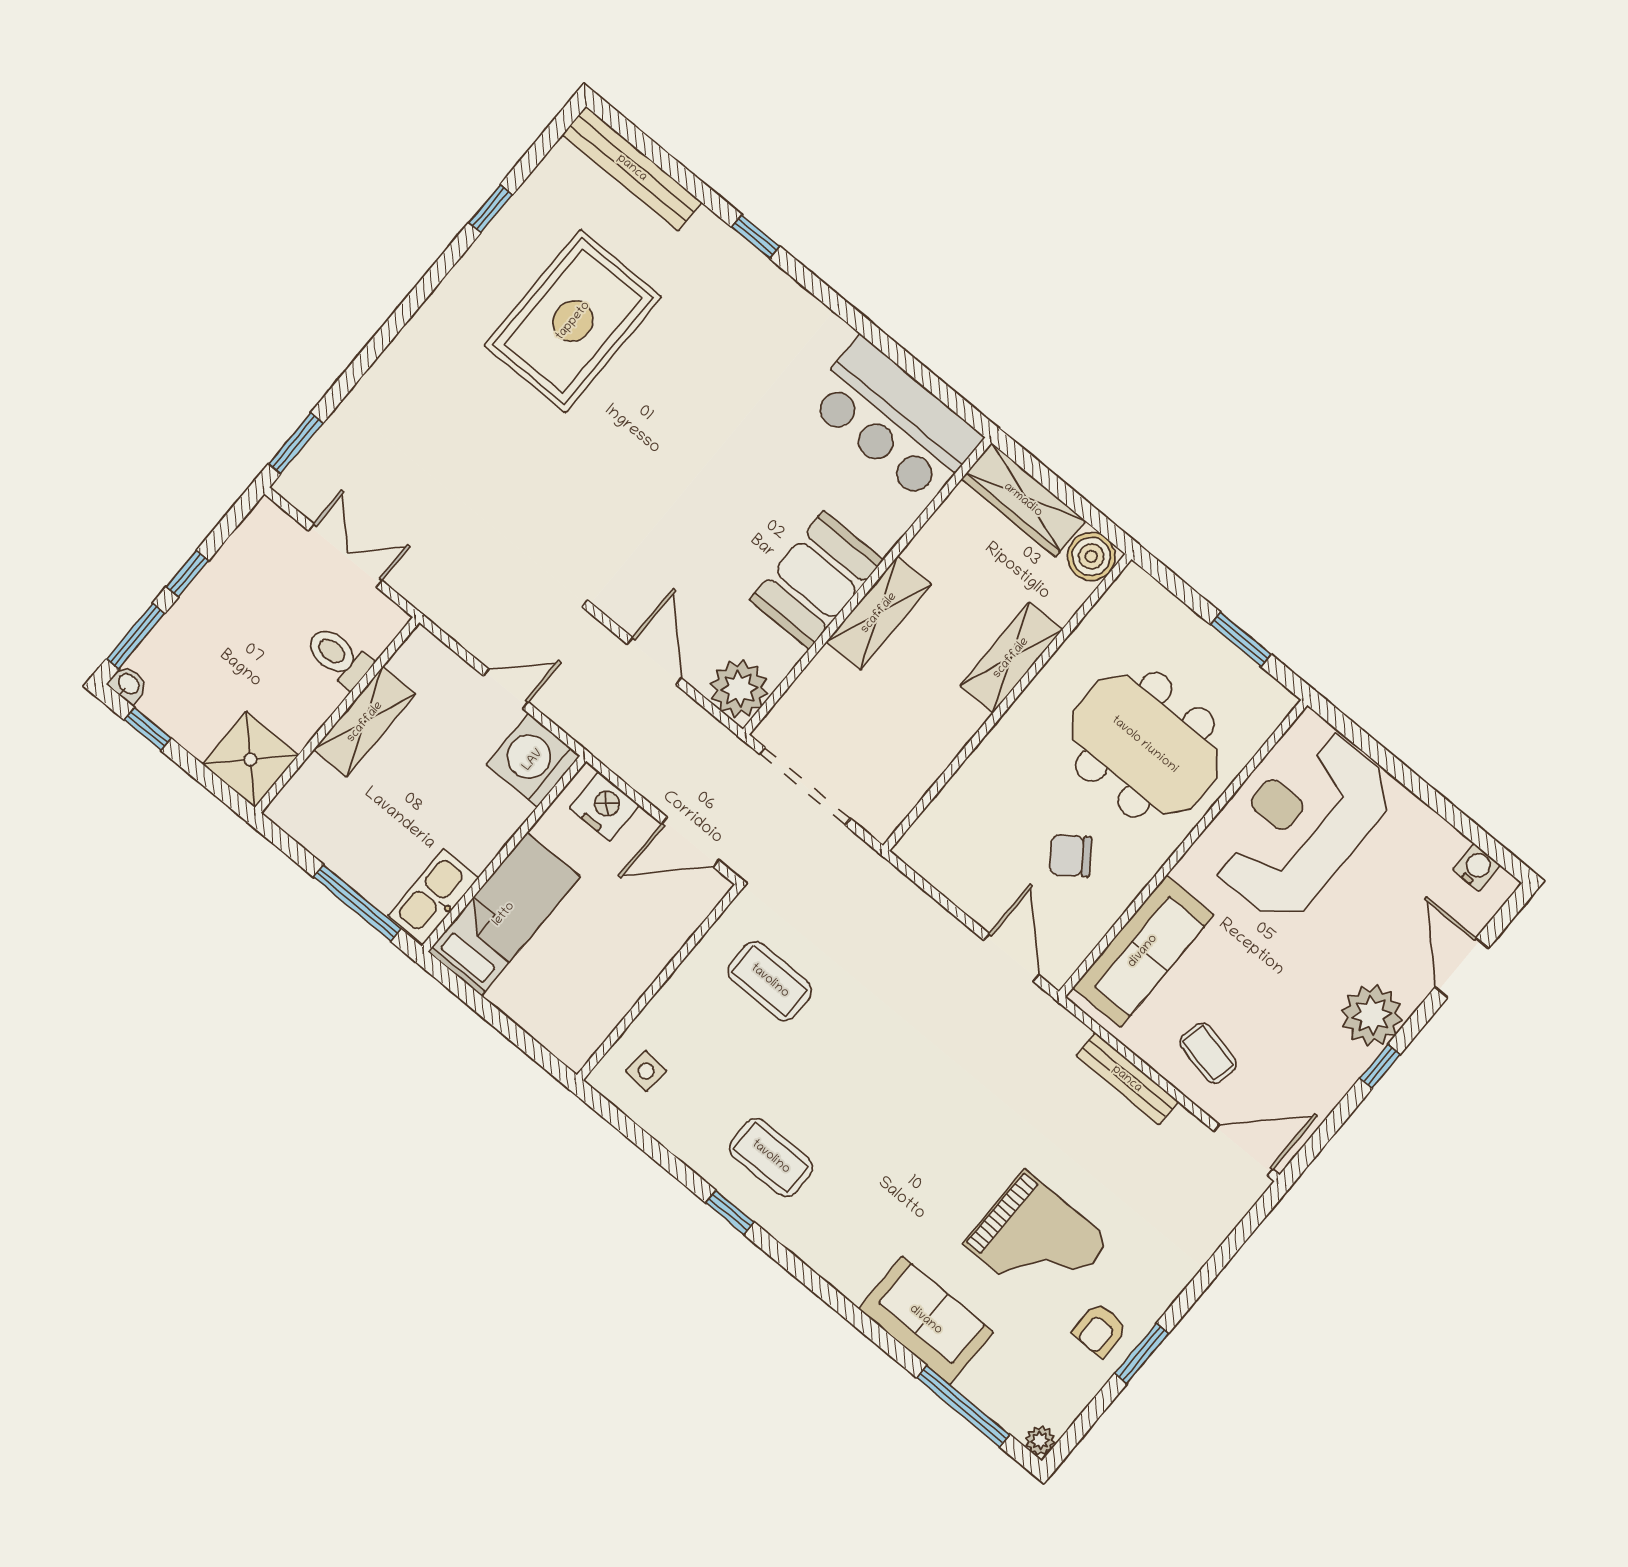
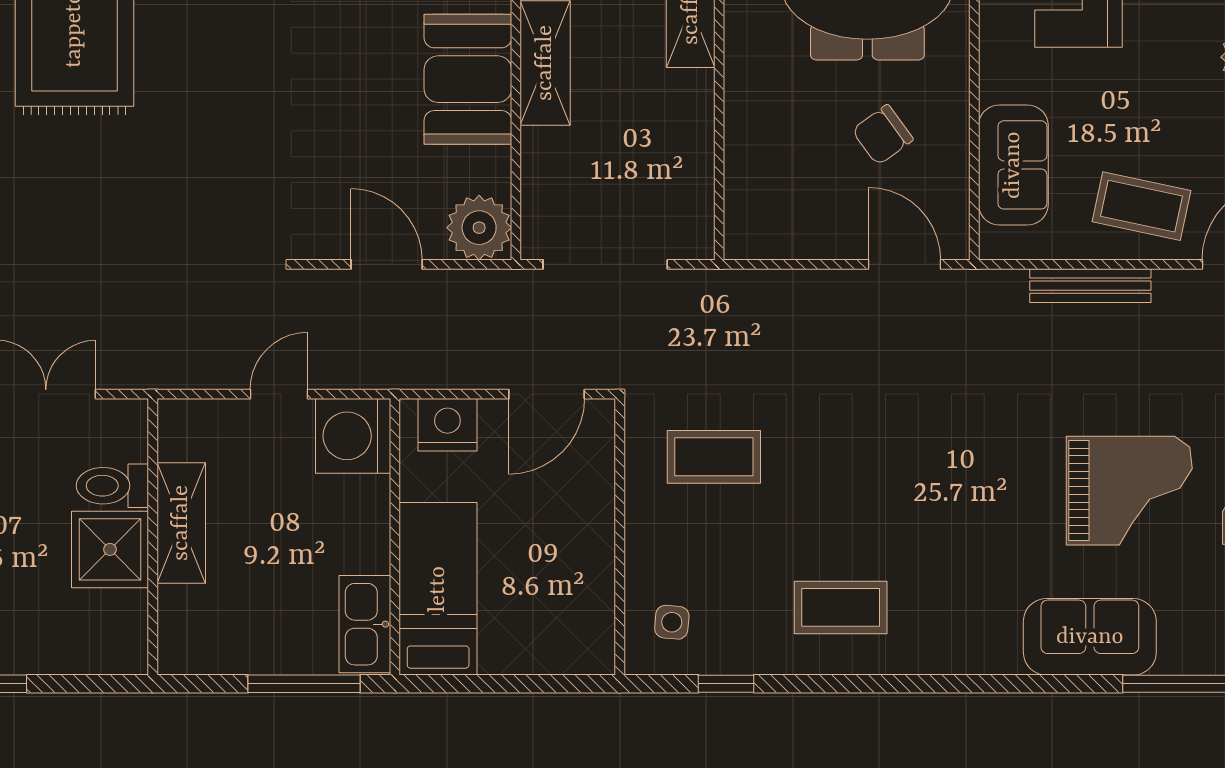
shower: (250, 760) -> (110, 549), moved
sofa: (1143, 951) -> (1013, 165), width x0.73
coffee table: (1208, 1053) -> (1142, 206), width x1.36, depth x1.30
window: (730, 1212) -> (726, 684), moved

